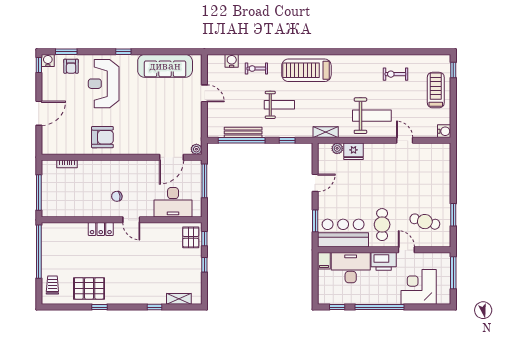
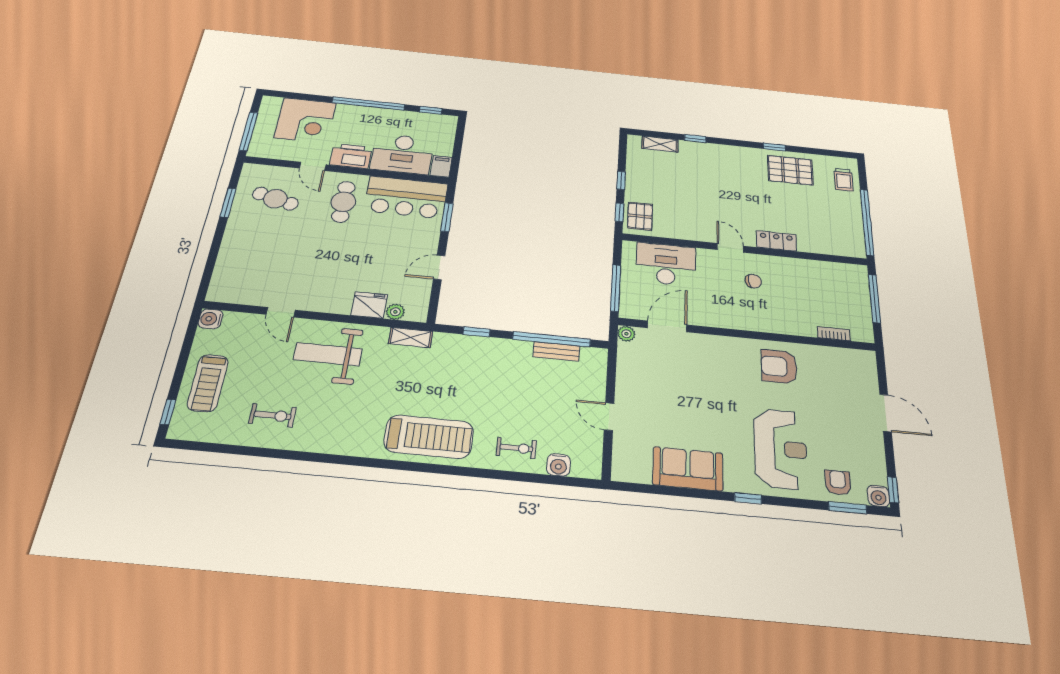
sofa: (165, 66) -> (688, 469), width x0.73
weight bench: (279, 105) -> (483, 386), removed
door: (39, 113) -> (886, 413), swing flipped
bench: (243, 132) -> (556, 351), width x0.73

